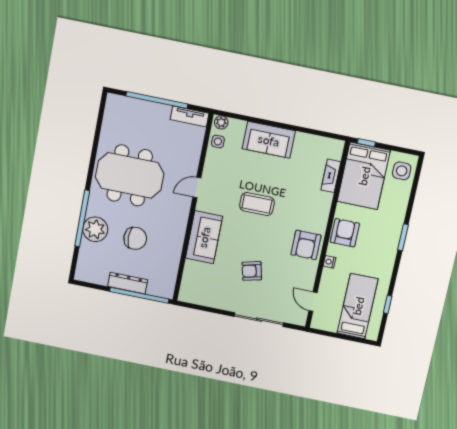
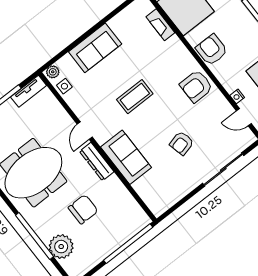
plant: (95, 229) -> (61, 247), moved
armchair: (306, 245) -> (196, 86), turned 90
nightstand: (329, 262) -> (237, 96), moved
dresser: (128, 283) -> (97, 162), moved, turned -90

